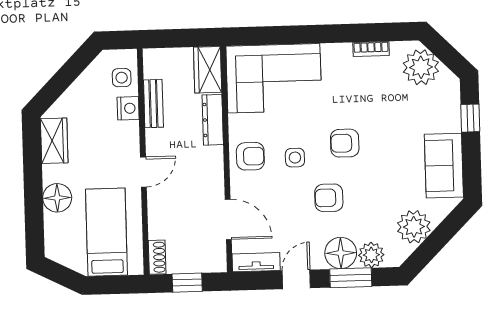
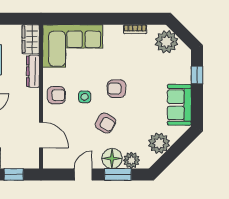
armchair: (329, 198) -> (105, 123), turned -151
tv unit: (256, 262) -> (58, 163), removed

